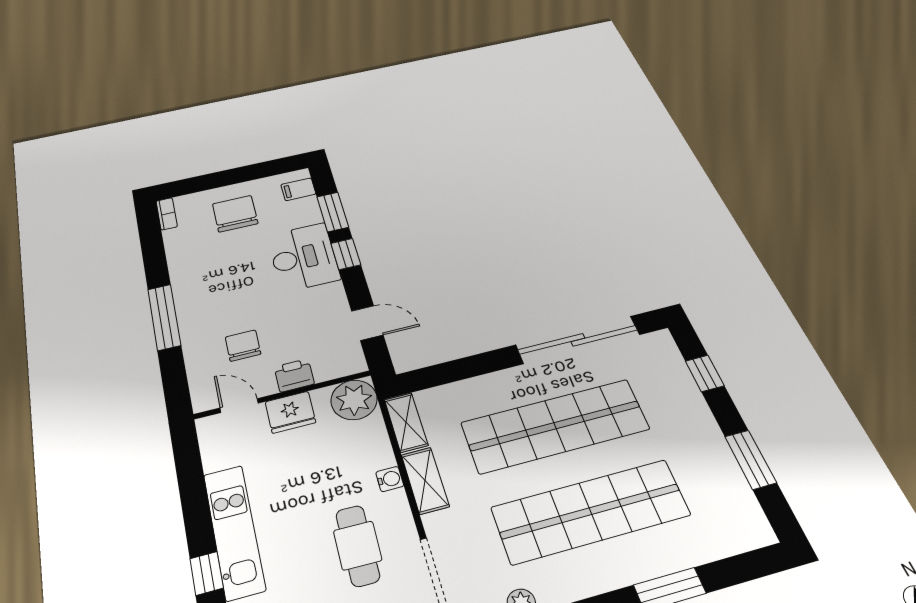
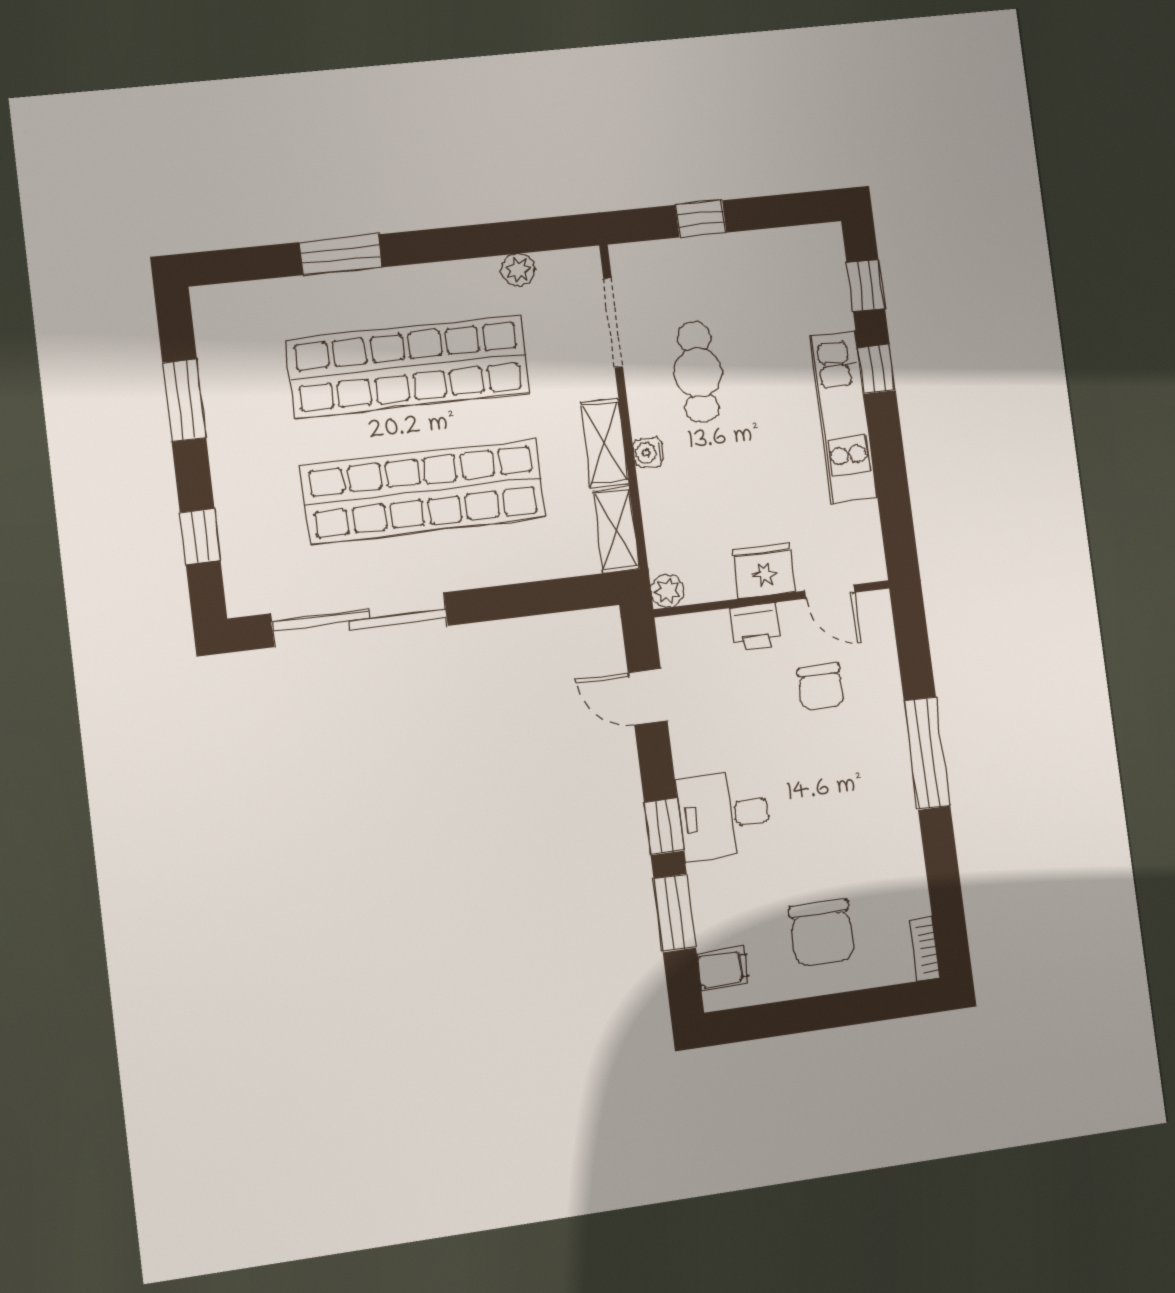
desk: (303, 257) -> (724, 815), width x0.73
plant: (354, 400) -> (667, 591), width x0.53, depth x0.53

